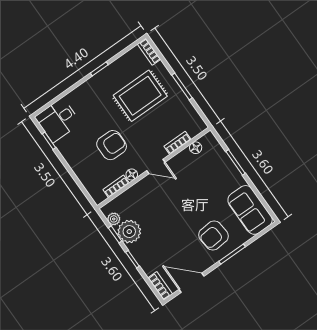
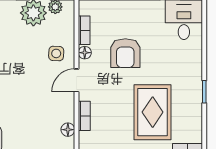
side table: (147, 195) -> (56, 53), added

